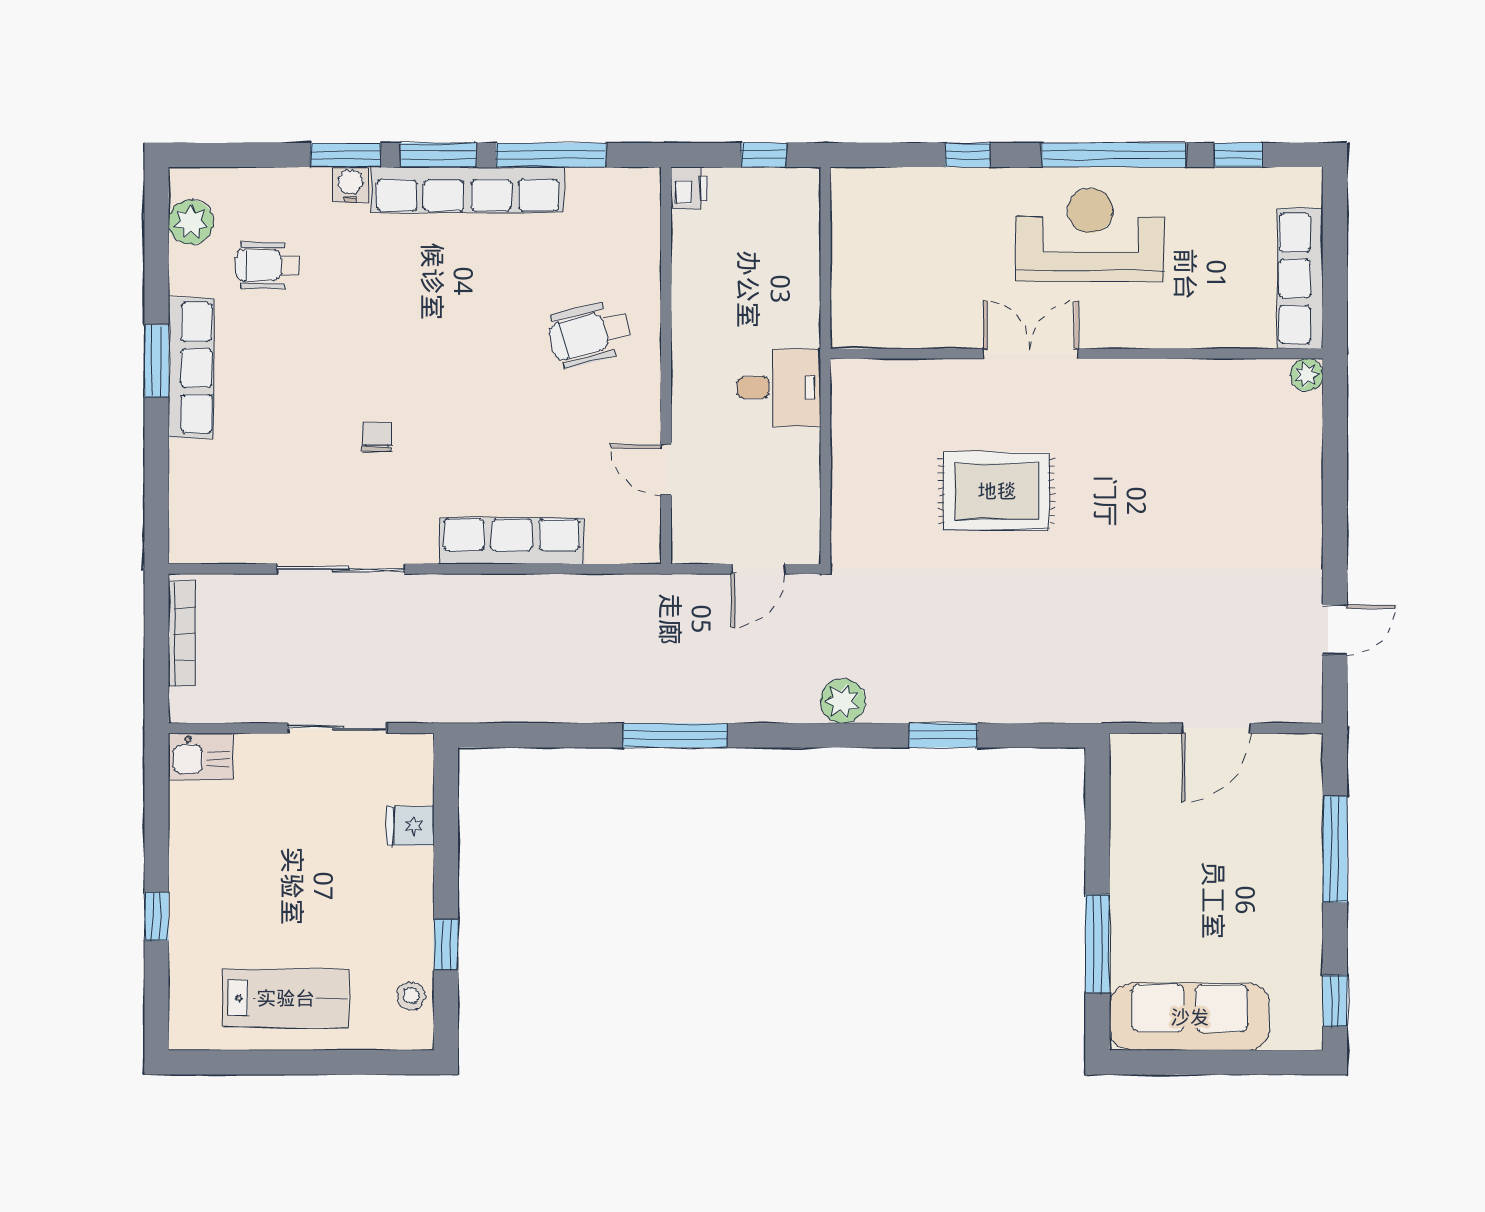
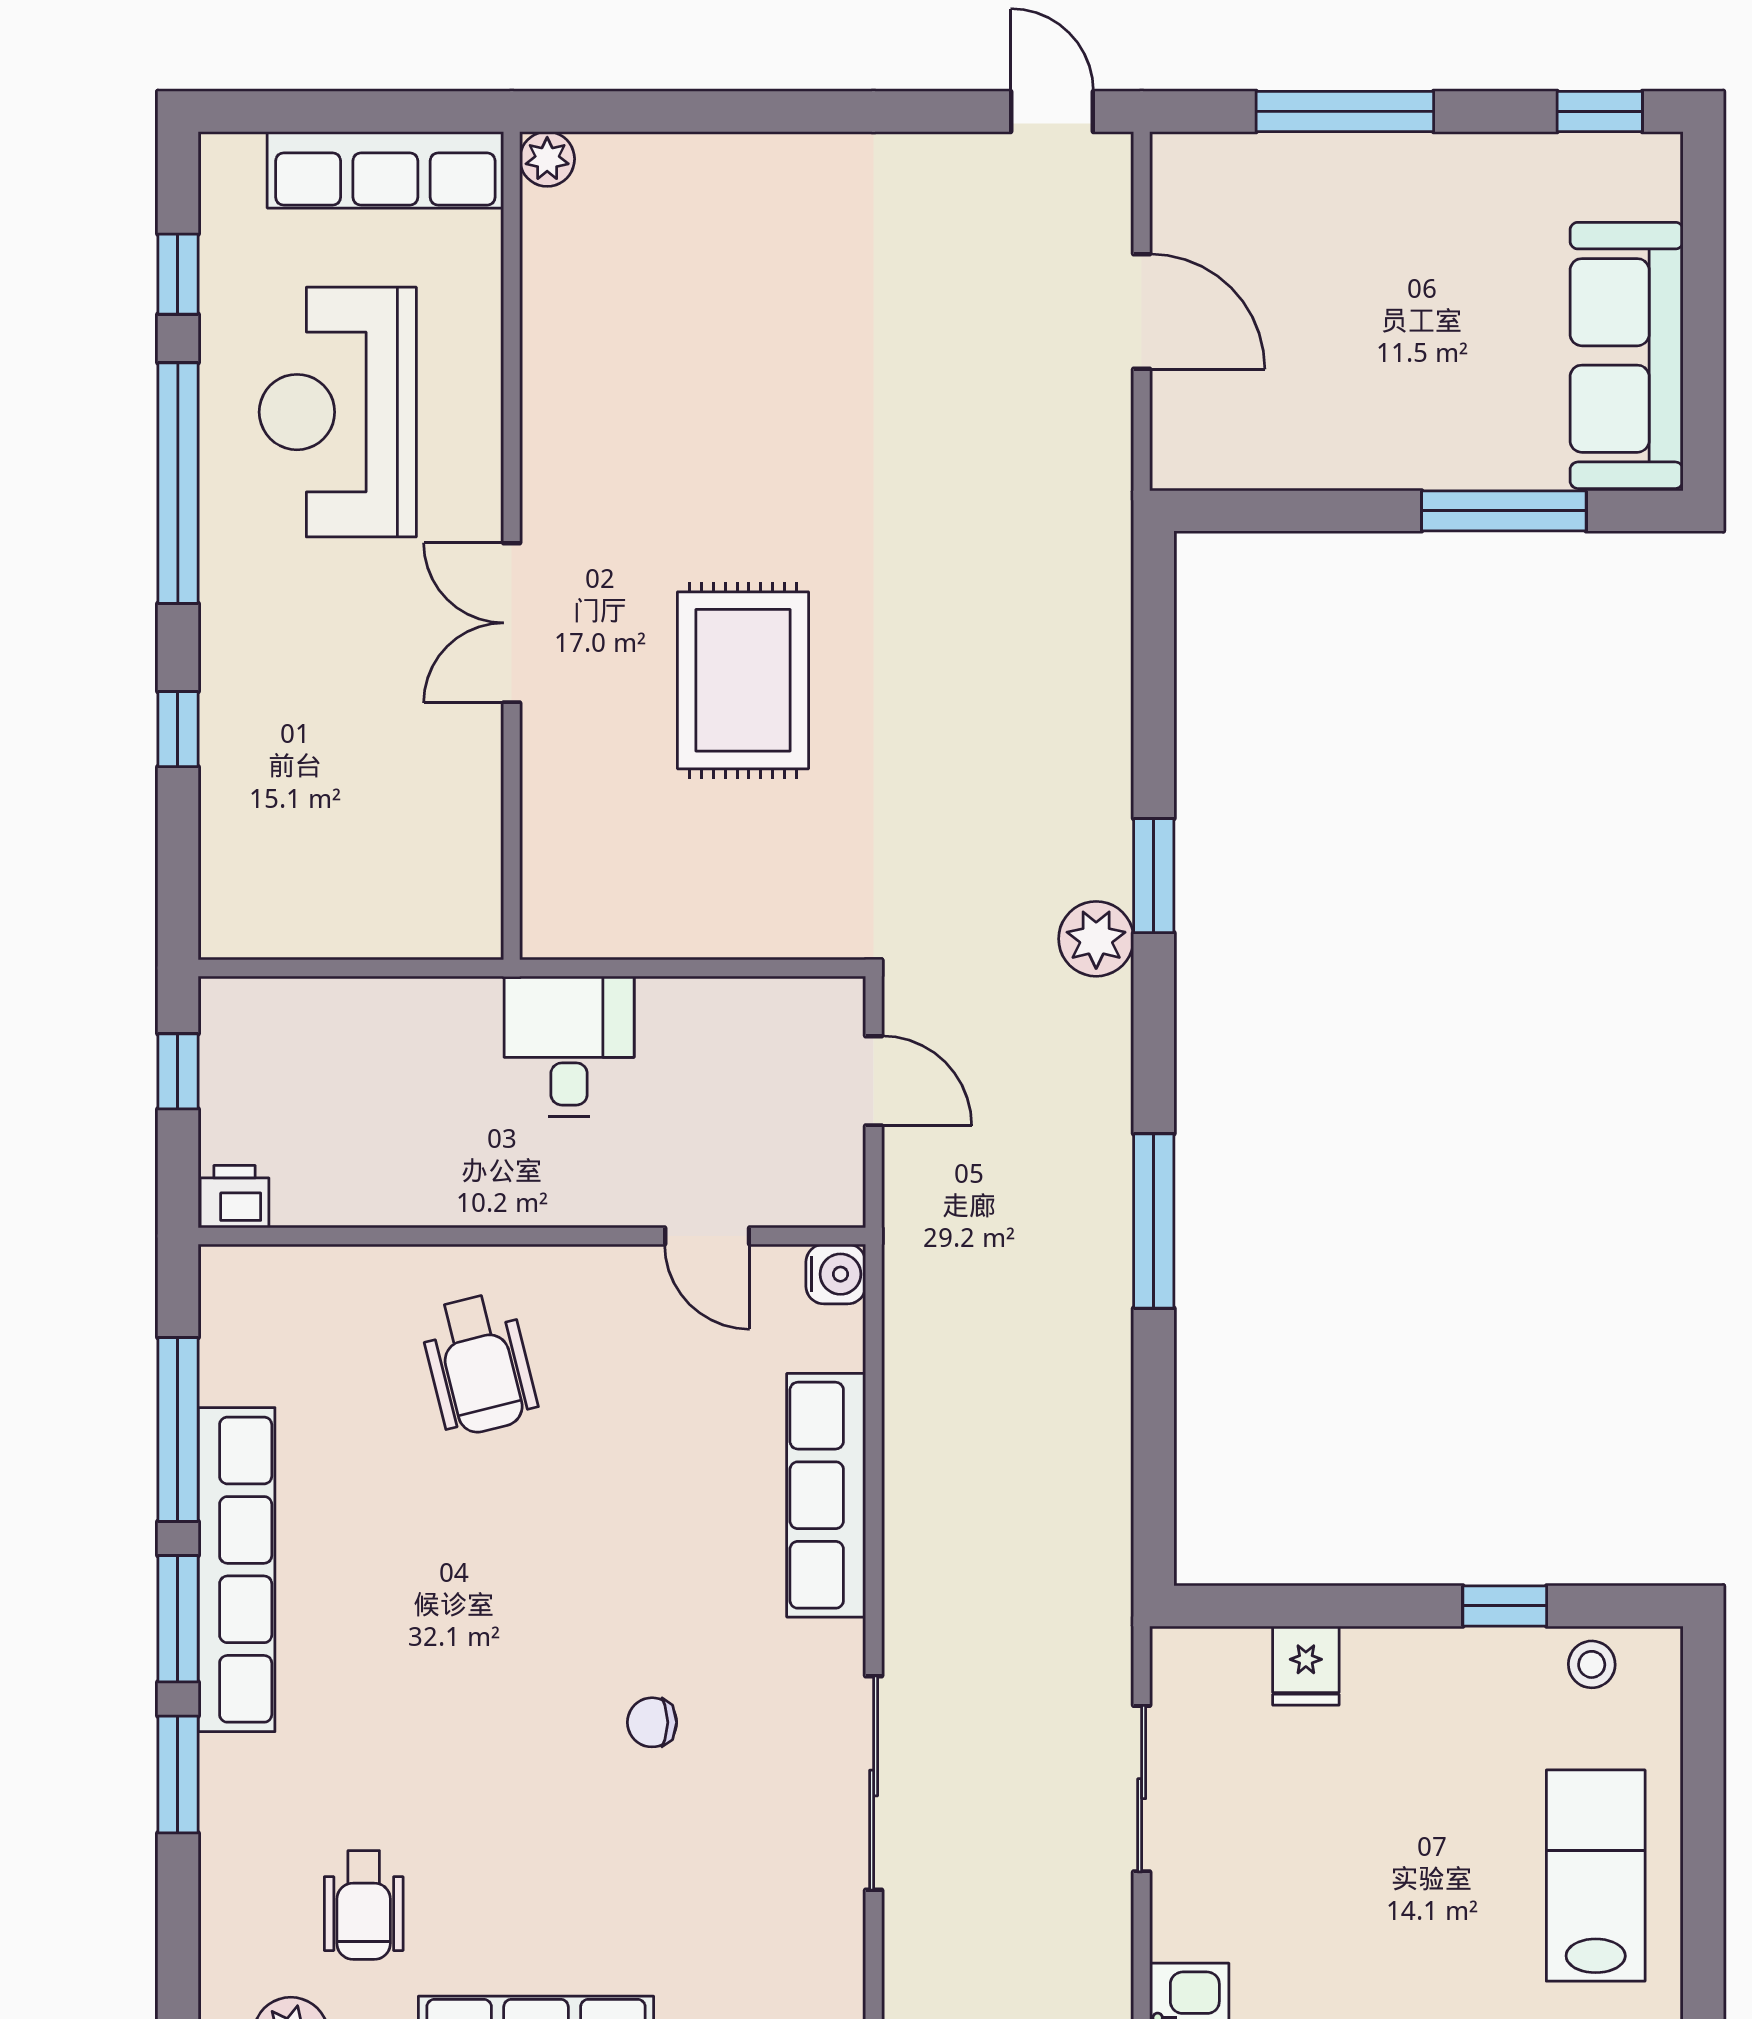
water cooler: (350, 185) -> (836, 1274), moved, turned 180
reception desk: (1090, 235) -> (338, 412), moved
door: (666, 470) -> (707, 1236), hinge flipped
door: (1335, 630) -> (1052, 111), moved
window: (943, 735) -> (1154, 876), moved

